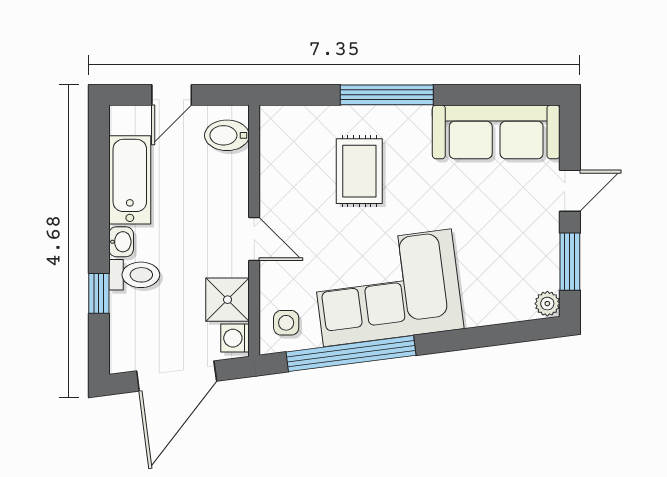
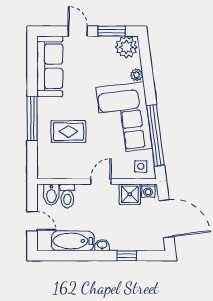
toilet: (134, 275) -> (67, 196), moved, turned 180
plant: (547, 304) -> (126, 47), width x1.88, depth x1.88
plant: (478, 314) -> (137, 75), added

